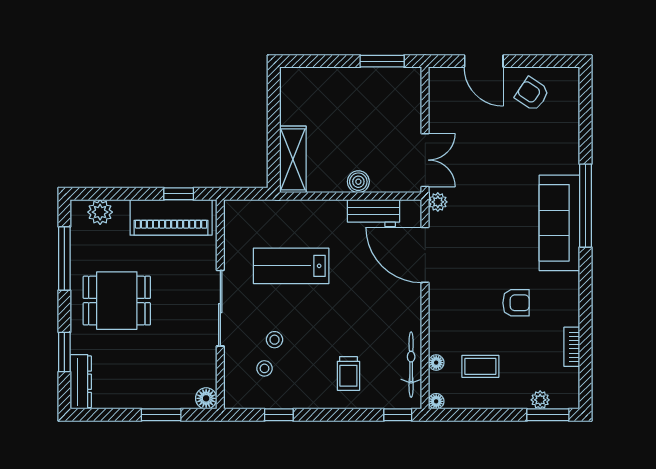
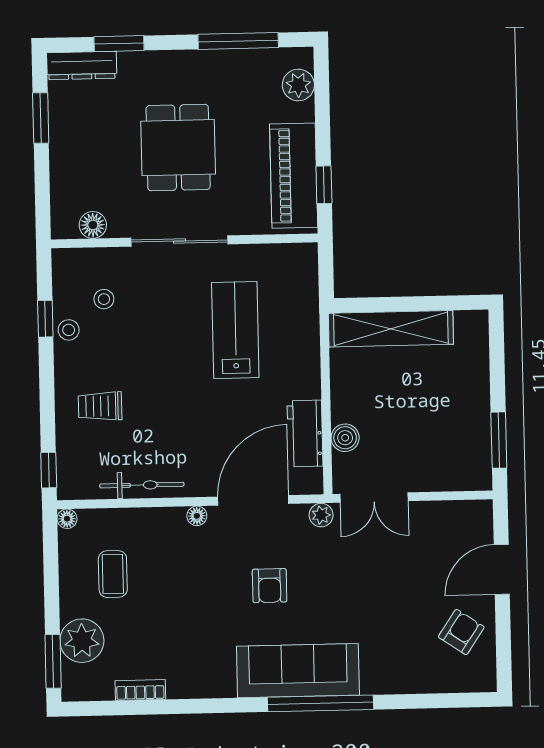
shelving: (293, 159) -> (391, 329), width x1.47
boiler: (358, 182) -> (345, 438), moved
dining table: (117, 301) -> (178, 148), moved
armchair: (516, 303) -> (270, 586), moved
stool: (274, 340) -> (69, 330), moved
floor lamp: (436, 363) -> (197, 516), moved
bicycle: (411, 365) -> (142, 485), moved
floor lamp: (206, 398) -> (93, 225), moved
plant: (540, 400) -> (82, 641), width x1.88, depth x1.88
window: (161, 415) -> (41, 118), moved

